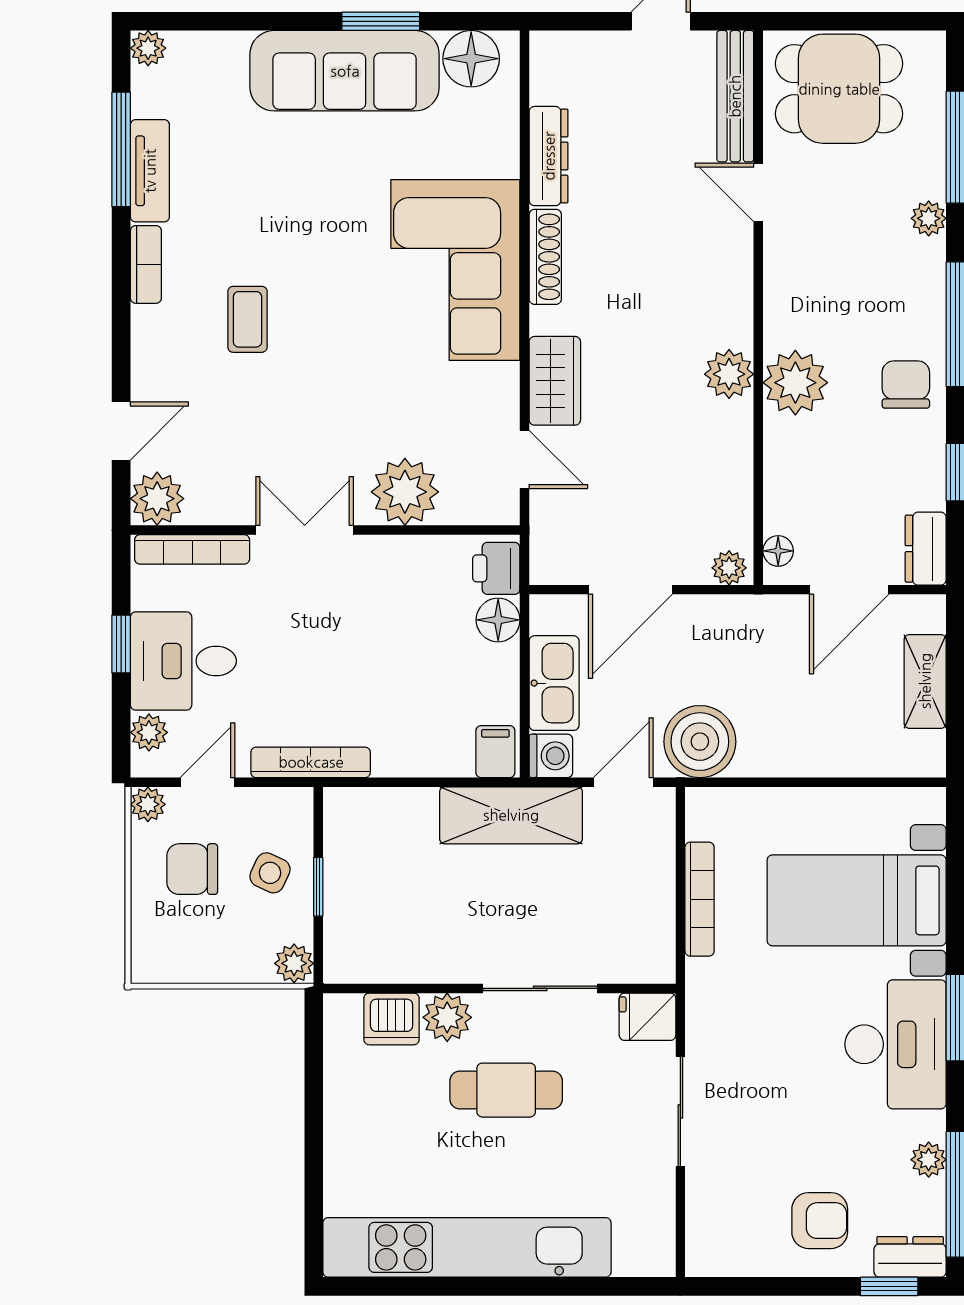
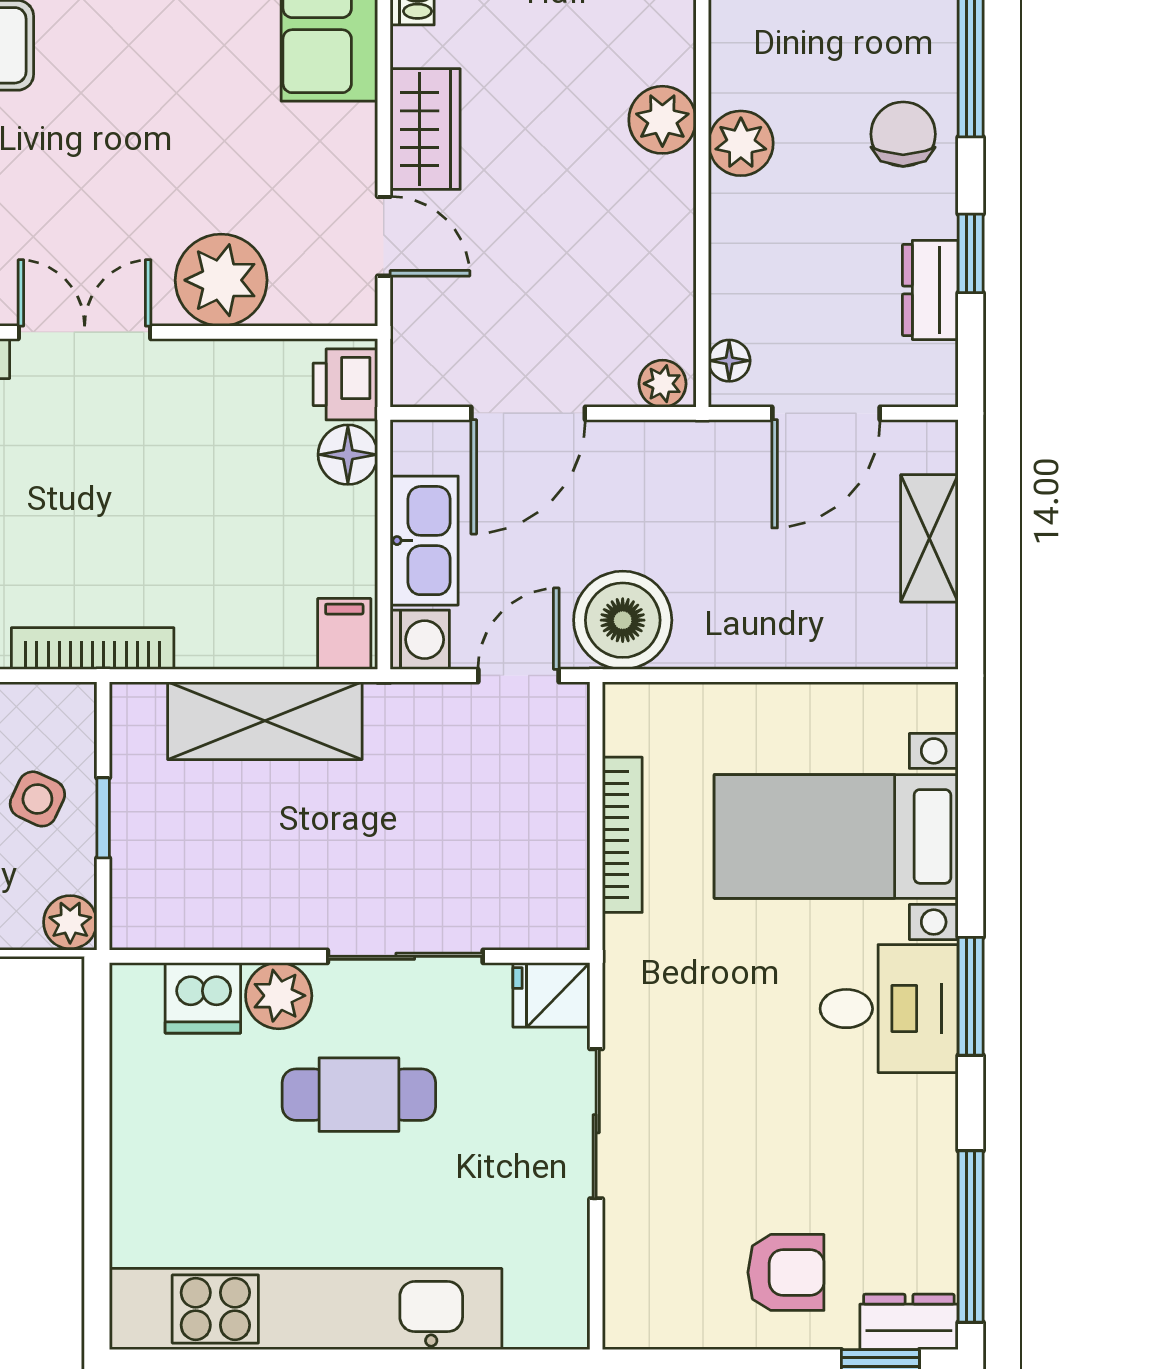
plant: (795, 383) -> (741, 143), width x0.73, depth x0.73
dresser: (926, 549) -> (930, 290), moved
shelving: (511, 815) -> (265, 721), moved
desk: (896, 1044) -> (889, 1009), width x0.73
plant: (929, 1160) -> (934, 1189), removed

